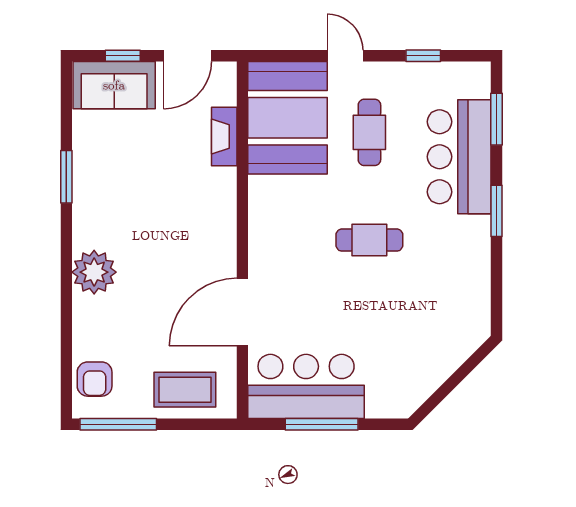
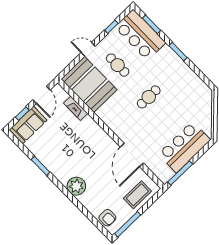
bar counter: (459, 157) -> (140, 35), moved
bar counter: (306, 386) -> (184, 147), moved
window: (322, 424) -> (180, 173), moved

